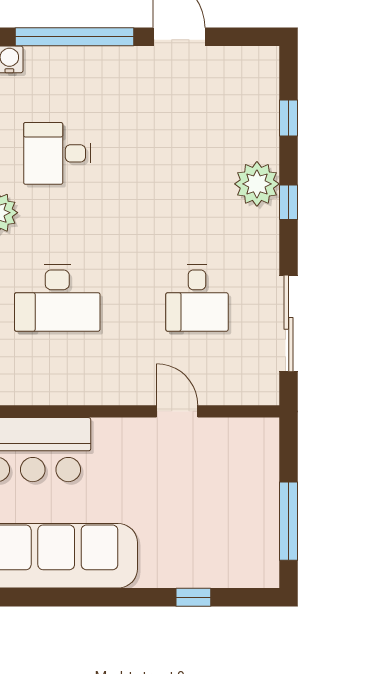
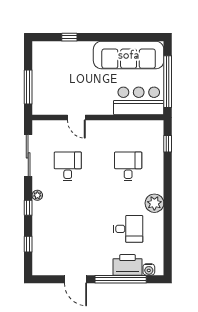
printer: (59, 70) -> (127, 265), added
plant: (257, 184) -> (37, 195), moved, width x0.53, depth x0.53
desk: (57, 298) -> (128, 166), width x0.73
window: (289, 521) -> (28, 87), moved

